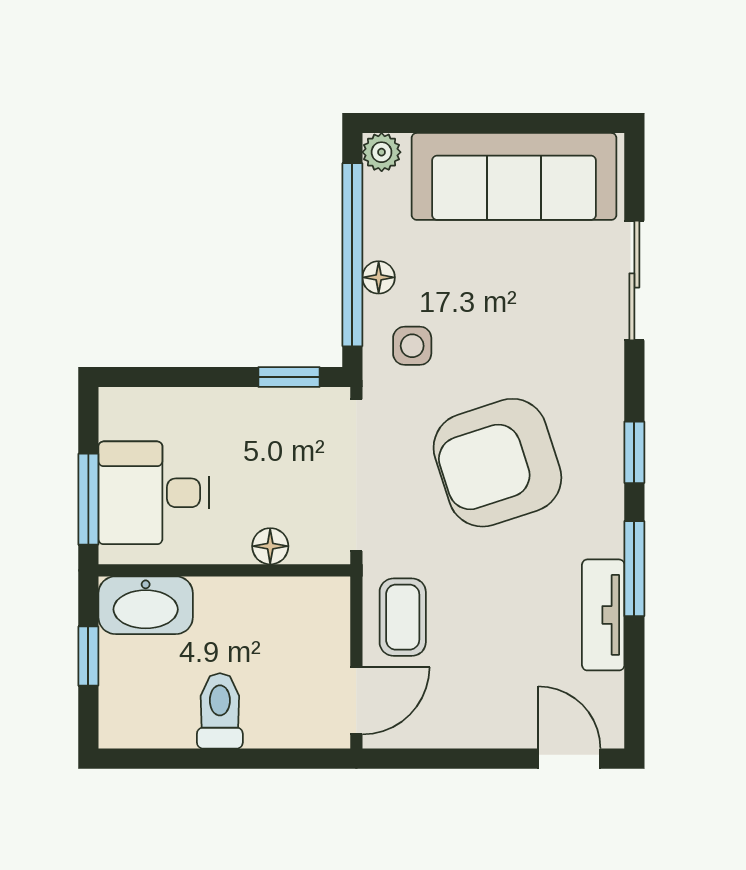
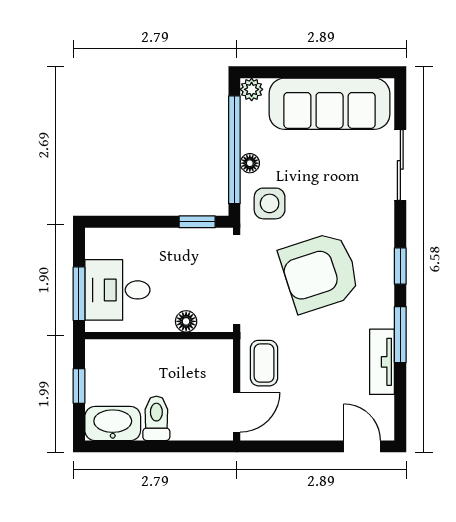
side table: (412, 346) -> (270, 203), width x1.37, depth x1.37
washbasin: (146, 605) -> (113, 423), moved, turned 180

